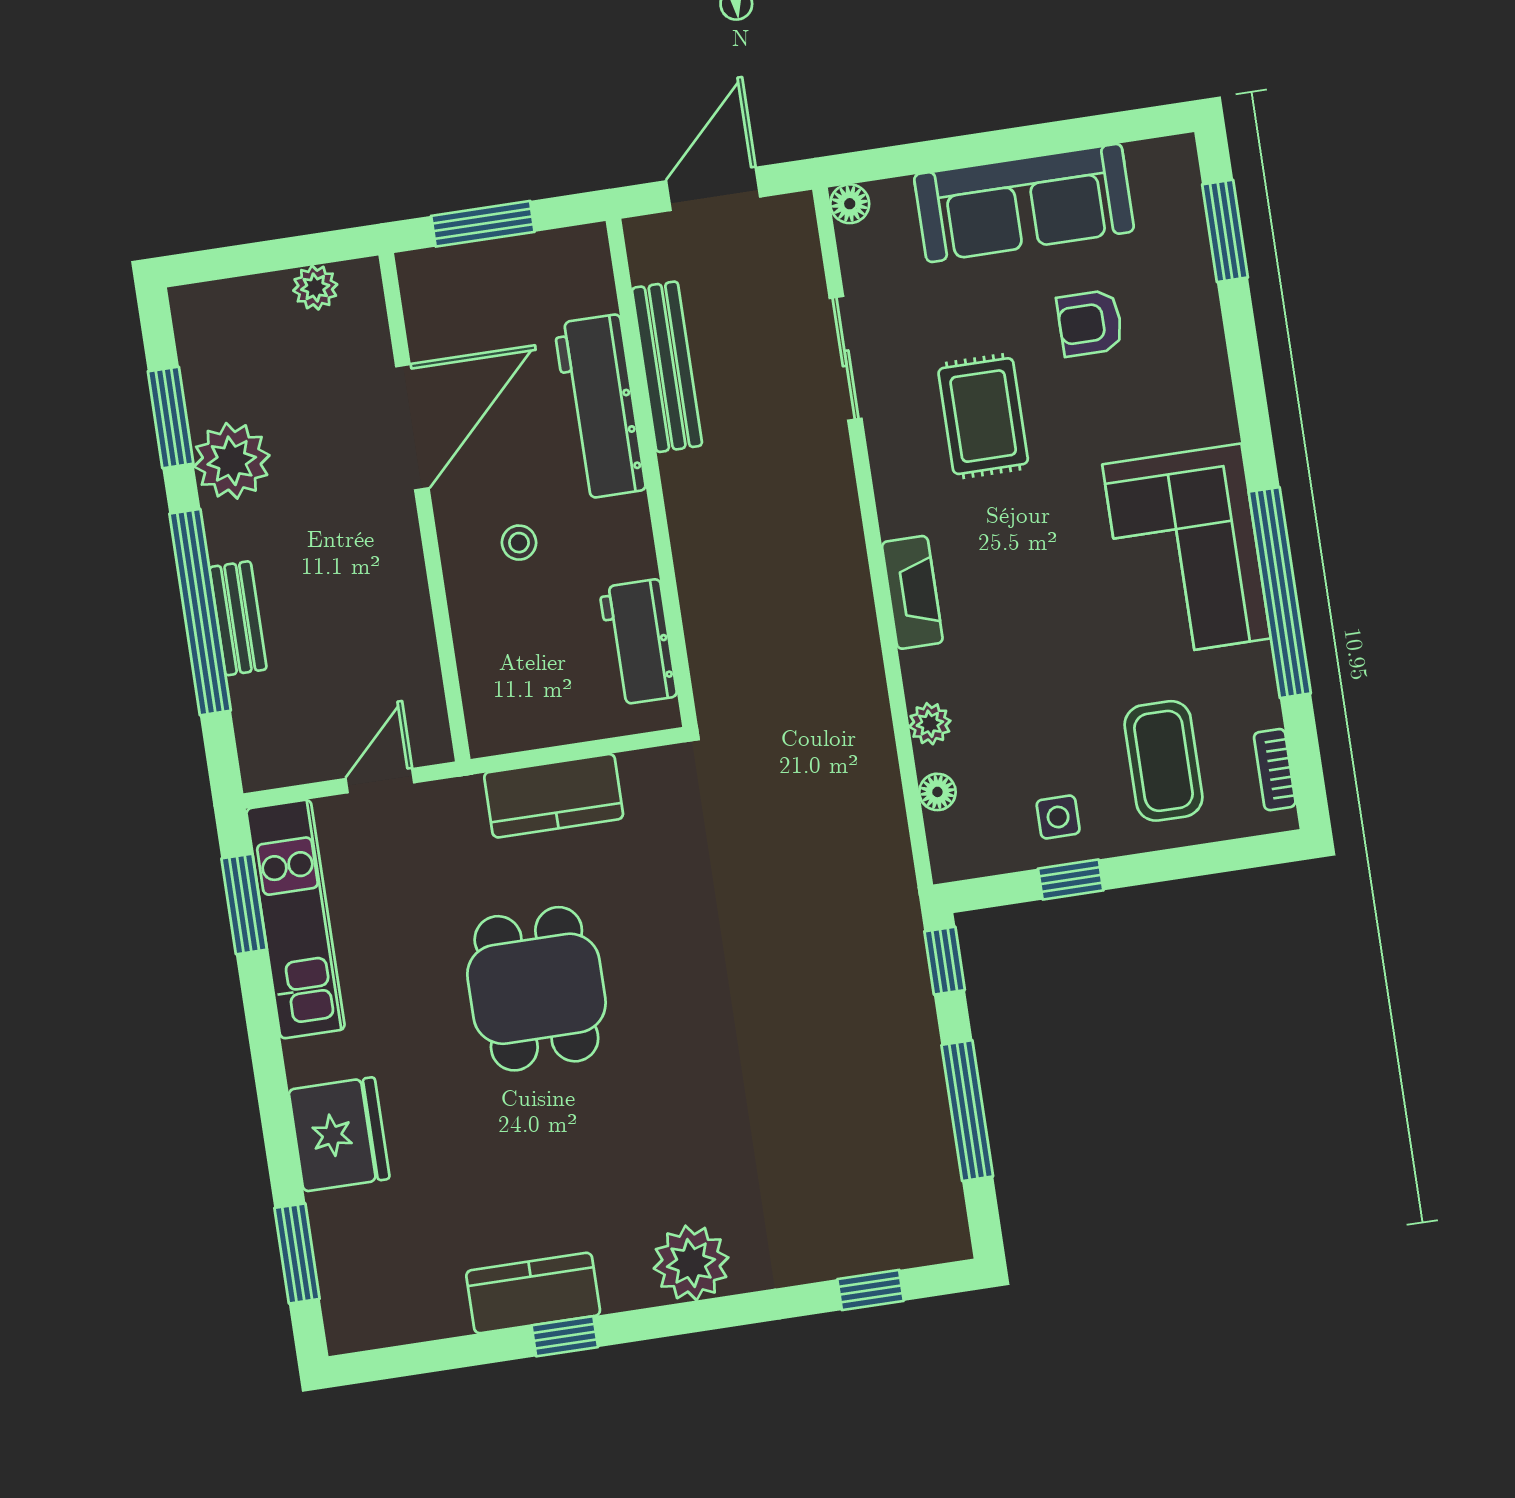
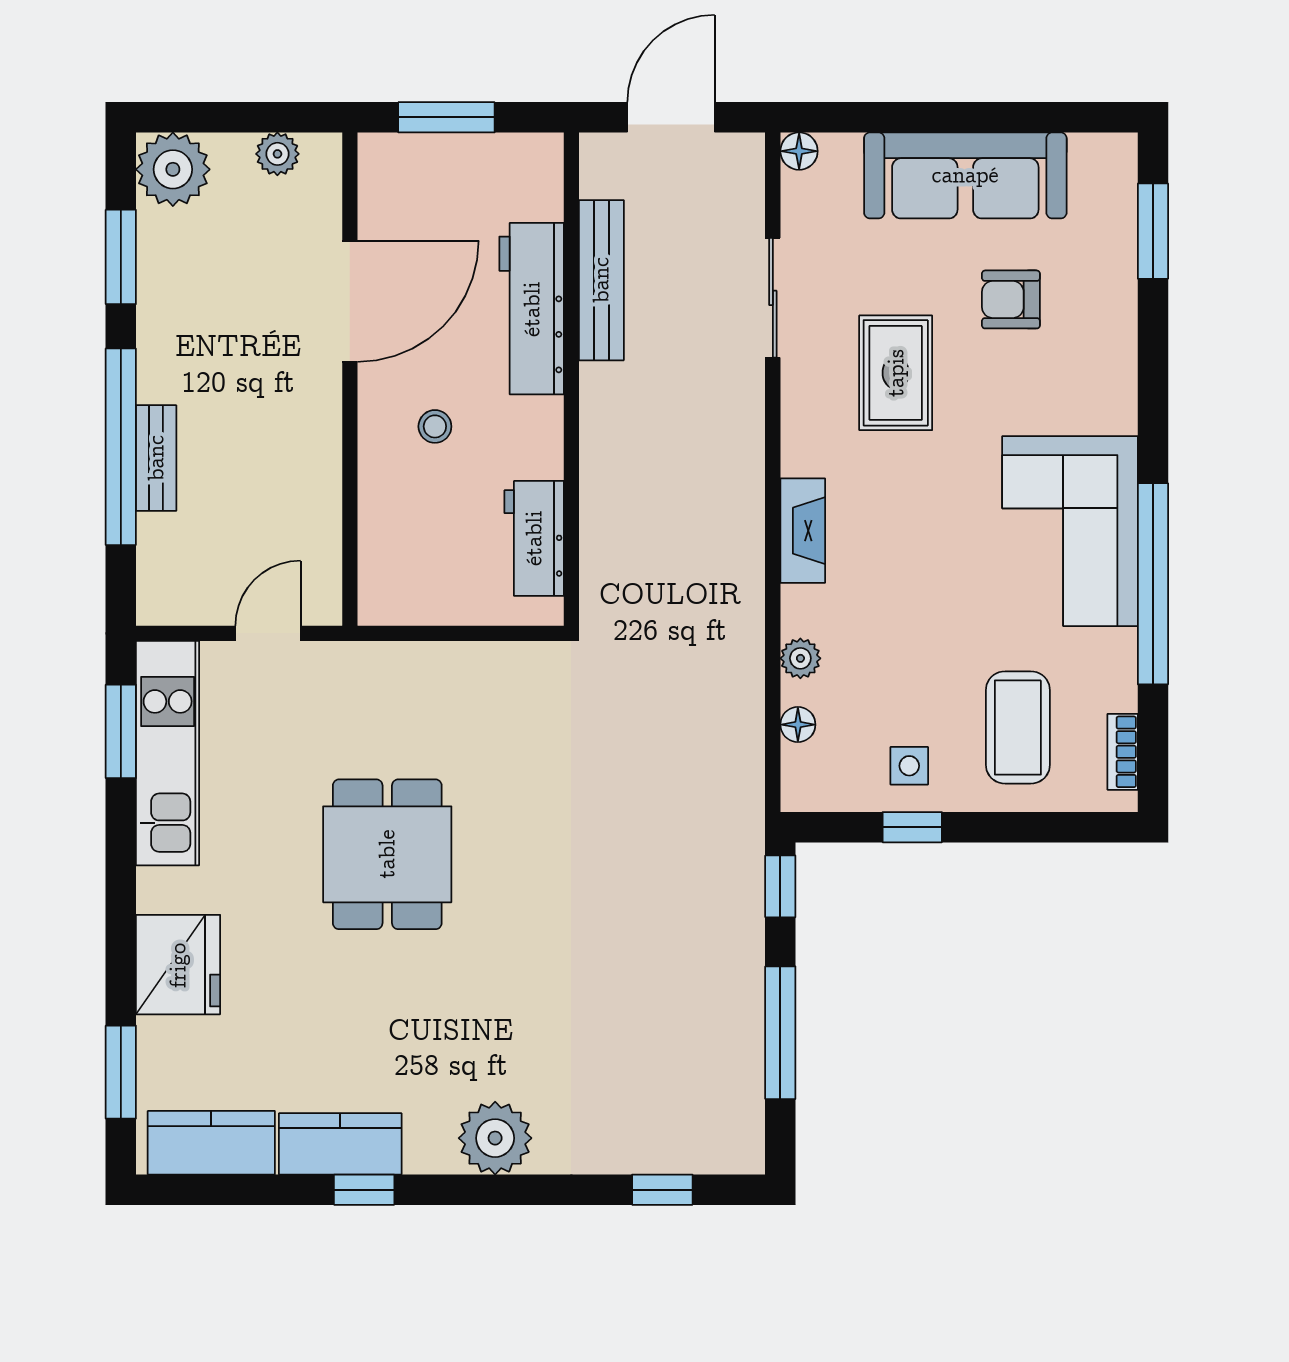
plant: (232, 461) -> (173, 169), moved
kitchen counter: (554, 796) -> (211, 1143), moved, turned 180

